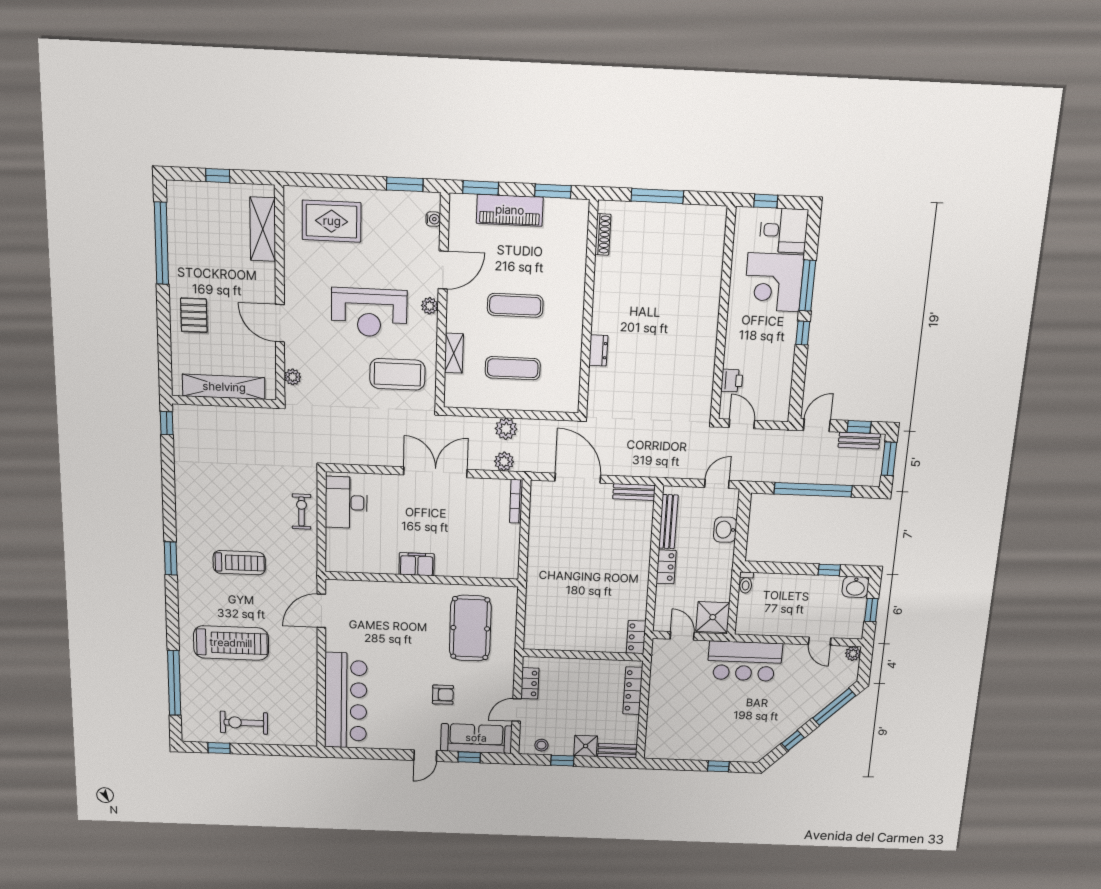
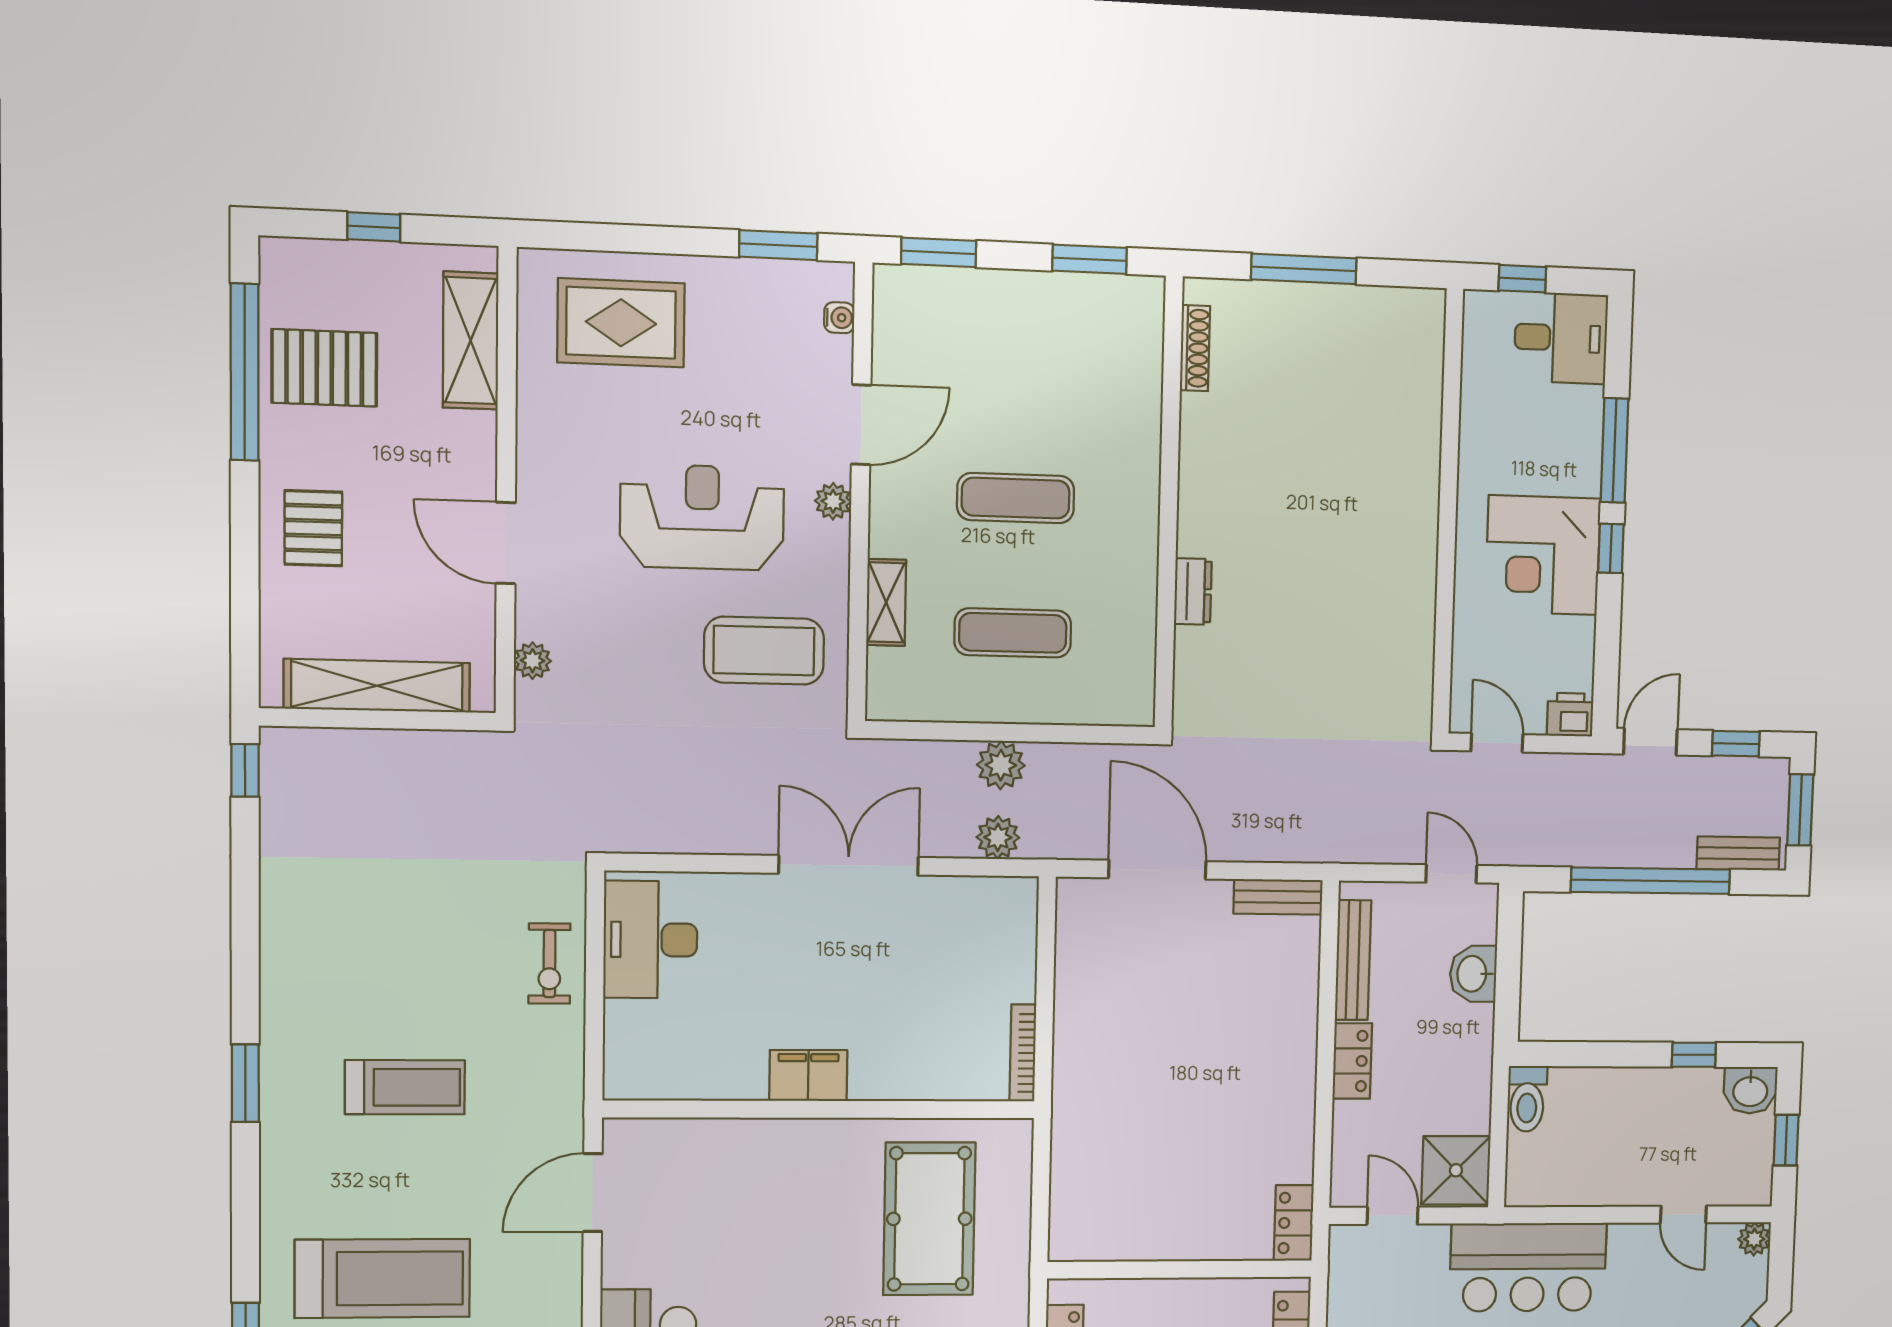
piano: (510, 210) -> (1000, 299), removed
pallet: (197, 242) -> (324, 368), added
corner desk: (774, 282) -> (1543, 555), moved
reception desk: (369, 312) -> (702, 517), turned 180
printer: (732, 380) -> (1570, 715), moved, turned -90
bench: (859, 441) -> (1738, 853), moved
door: (717, 484) -> (1451, 874), hinge flipped
bookcase: (516, 501) -> (1023, 1053), moved
exercise bike: (302, 512) -> (549, 964), turned 180
toilet: (746, 583) -> (1527, 1099), width x1.37, depth x1.39

